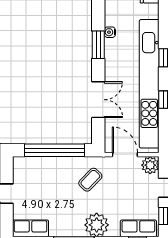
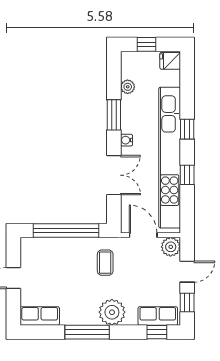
plant: (111, 19) -> (128, 87), added
water cooler: (110, 32) -> (127, 140), moved
coffee table: (90, 180) -> (105, 263), turned -44

